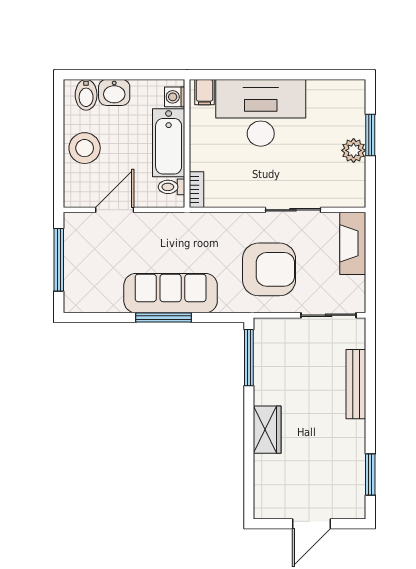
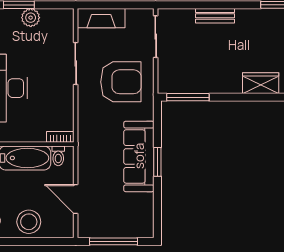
armchair: (269, 269) -> (121, 82), turned 90
window: (164, 318) -> (157, 162), width x0.69
bench: (356, 384) -> (215, 16), width x0.73
wardrobe: (267, 430) -> (261, 83), moved

